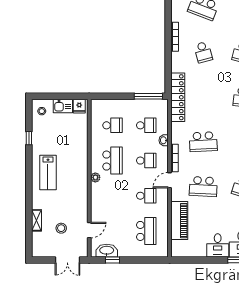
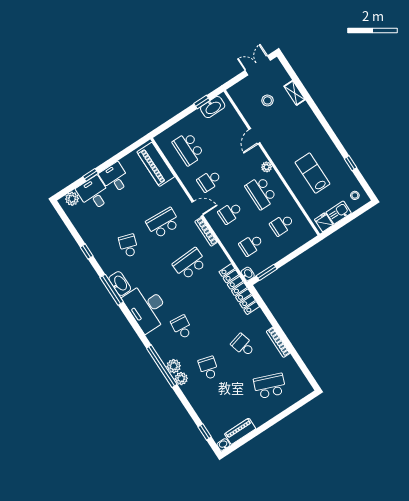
window: (148, 96) -> (267, 272), width x0.69
washbasin: (164, 140) -> (248, 274), moved
lab bench: (48, 172) -> (312, 173), moved
door: (170, 180) -> (197, 209), hinge flipped
piano: (179, 221) -> (156, 164), moved
door: (89, 230) -> (254, 136), moved
double door: (67, 260) -> (258, 65), moved

